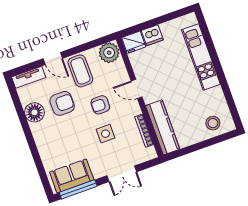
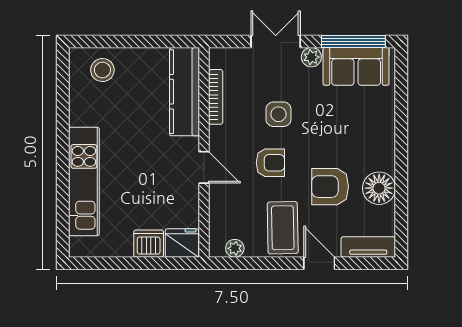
plant: (109, 53) -> (235, 248), width x0.53, depth x0.53
plant: (99, 172) -> (311, 57), added

